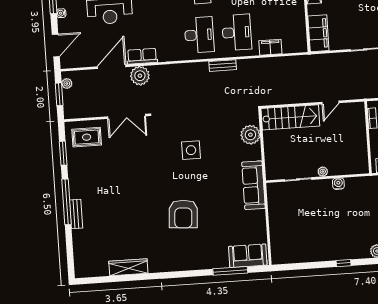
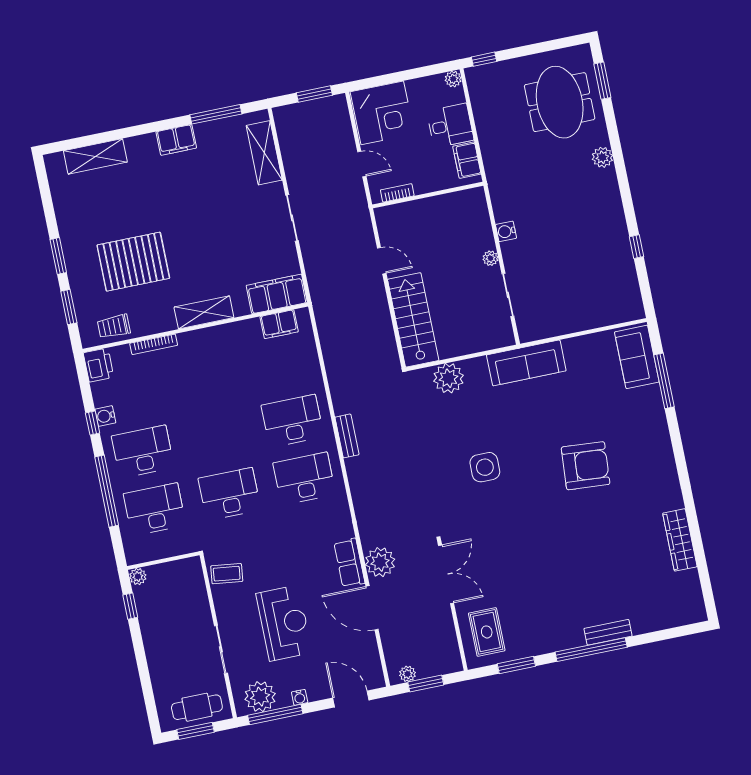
filing cabinet: (270, 47) -> (279, 324), moved, turned -90
window: (344, 263) -> (636, 247), moved

